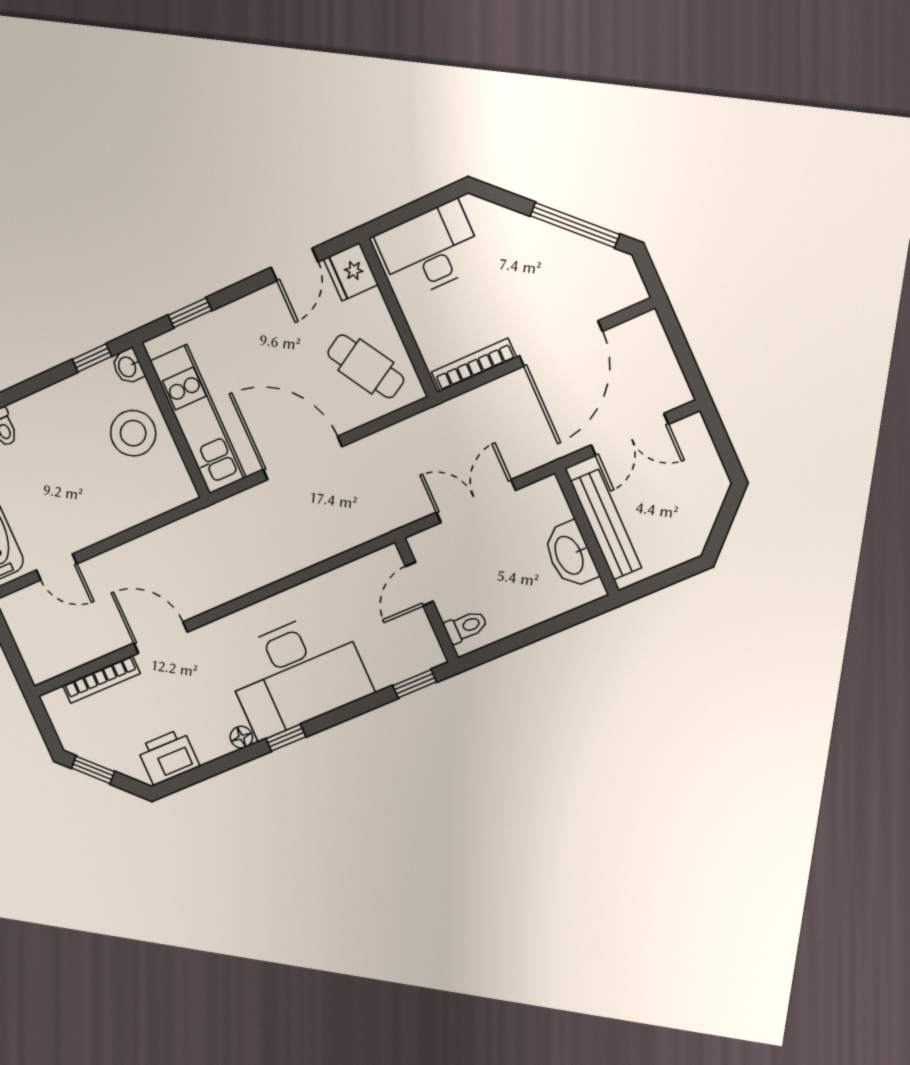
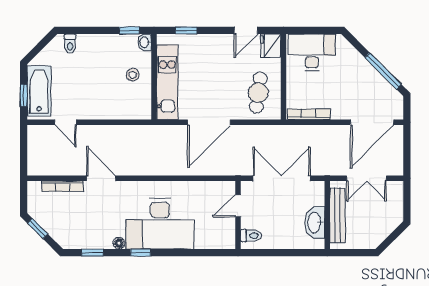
door: (561, 344) -> (372, 122), moved
cafe table: (366, 366) -> (258, 93), turned 39
stool: (133, 433) -> (133, 75), width x0.53, depth x0.53
door: (303, 458) -> (209, 122), swing flipped
double door: (476, 501) -> (282, 178), width x1.37
window: (415, 684) -> (92, 253), moved
printer: (168, 757) -> (78, 238), removed

